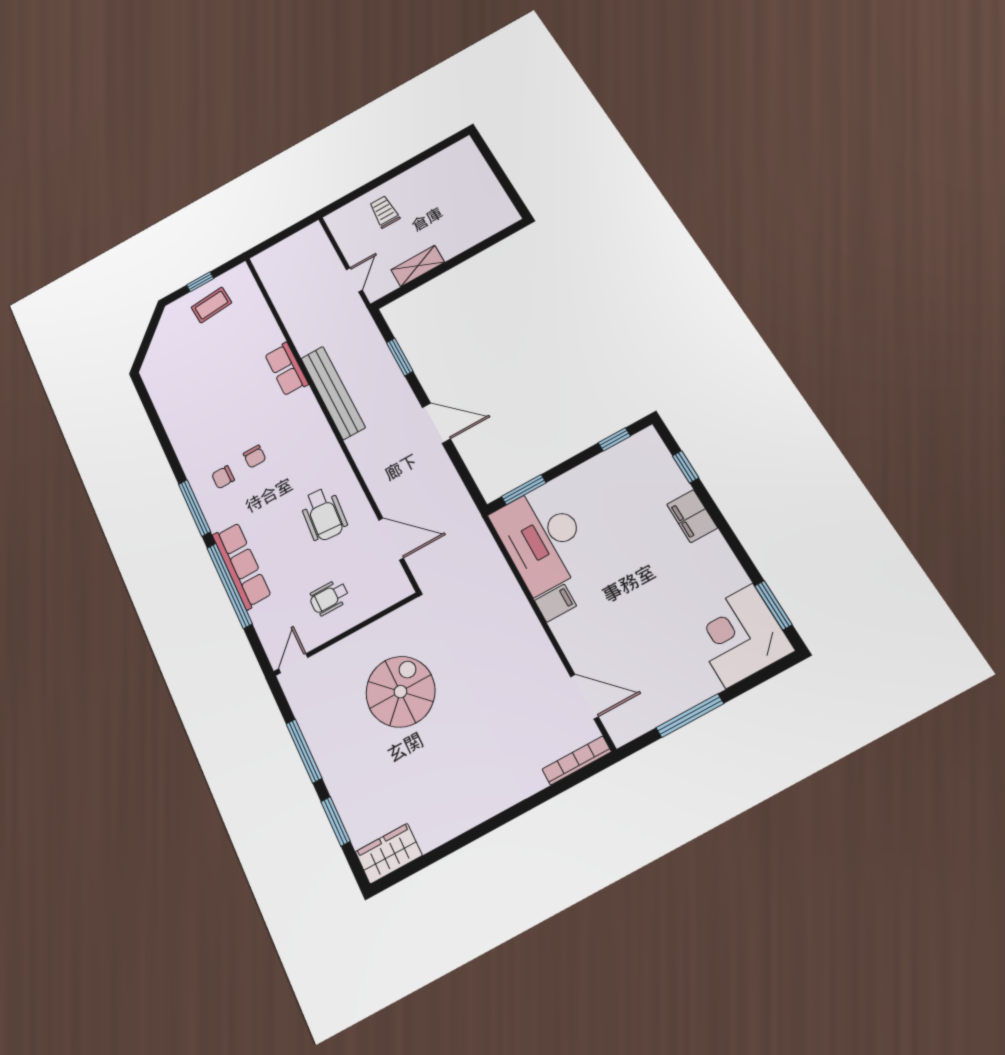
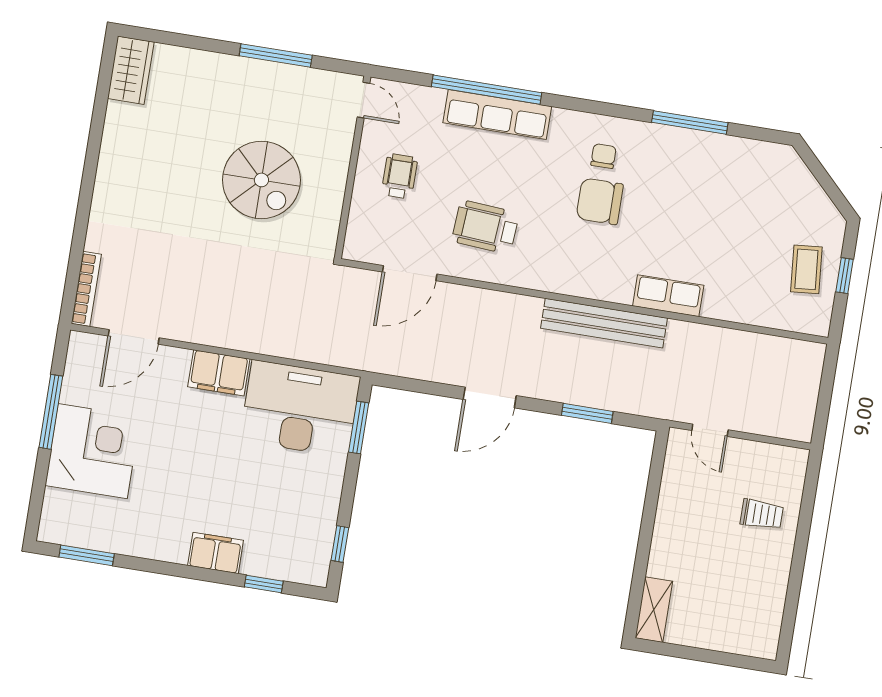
shelving: (418, 266) -> (654, 610), moved
chair: (255, 457) -> (600, 201), width x1.87, depth x1.87
window: (194, 508) -> (690, 123), moved
filing cabinet: (555, 603) -> (219, 373), width x2.00
corner desk: (739, 636) -> (93, 451), moved
window: (336, 821) -> (193, 42), removed

